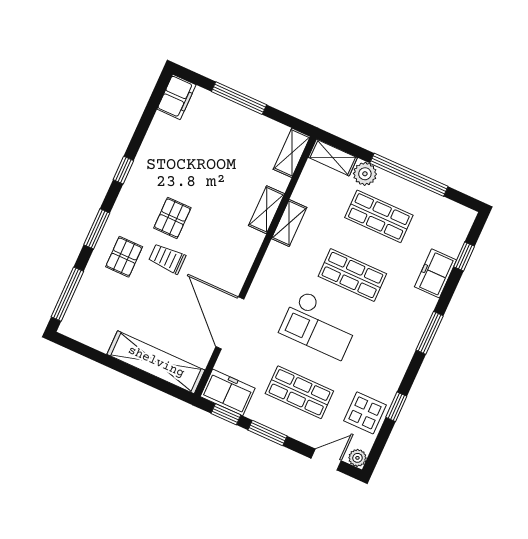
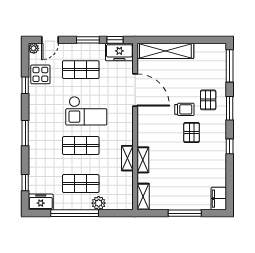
shelving: (333, 158) -> (120, 204), removed
freezer: (435, 273) -> (41, 202), moved, turned -90
checkout: (320, 325) -> (86, 111), turned 180

